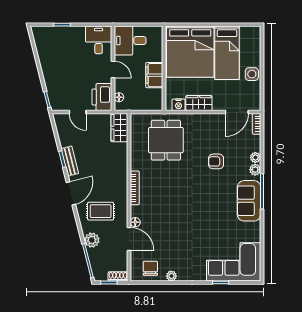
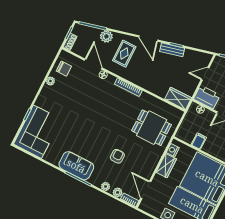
filing cabinet: (154, 75) -> (199, 141), width x0.50
plant: (255, 170) -> (118, 192), moved
door: (129, 239) -> (93, 64), swing flipped

